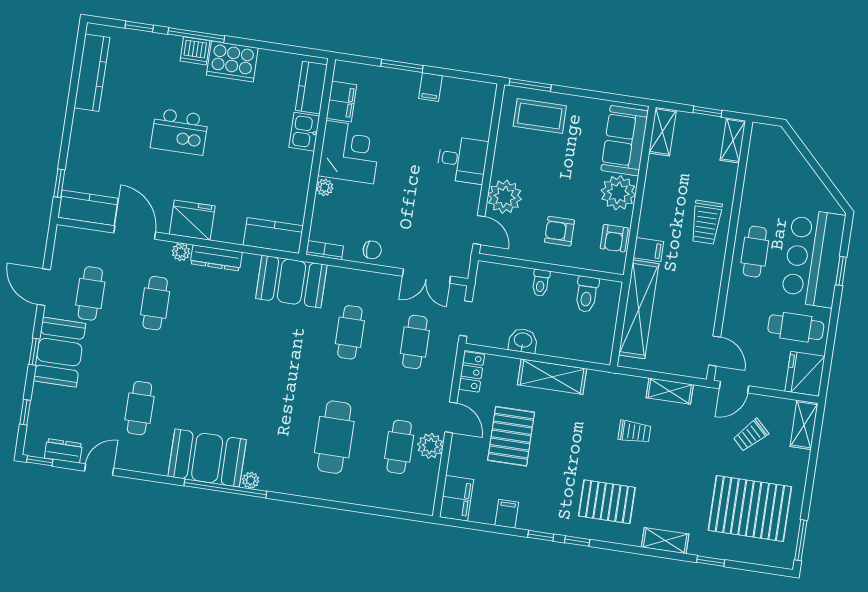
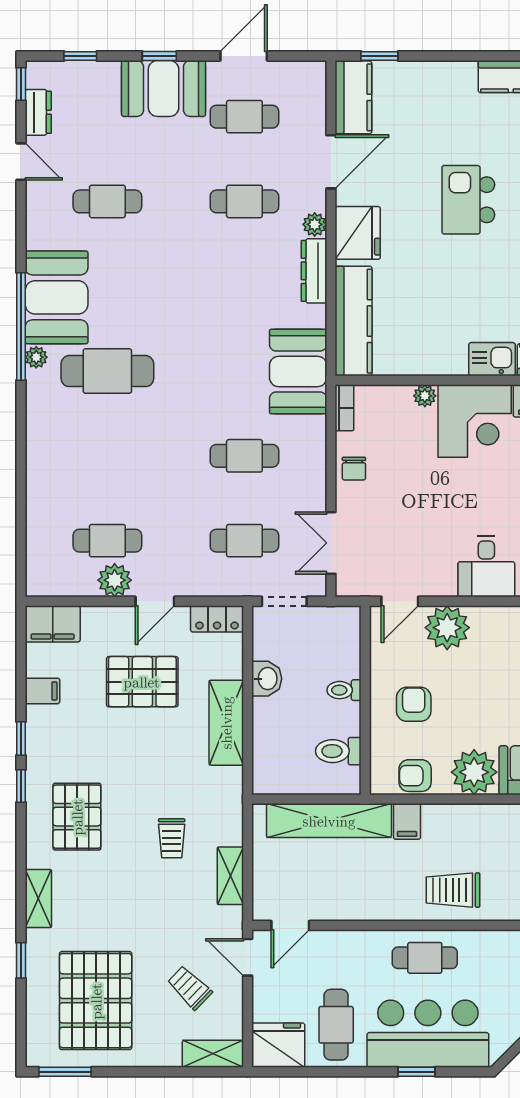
kitchen counter: (273, 235) -> (353, 321), width x1.50
cafe table: (334, 437) -> (107, 371), moved

